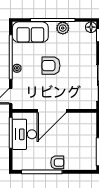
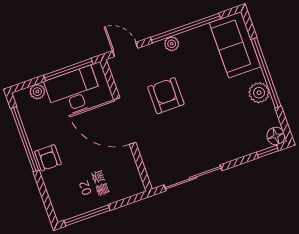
armchair: (51, 66) -> (166, 96), moved
plant: (17, 155) -> (37, 92), added

